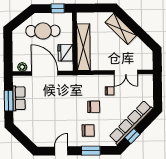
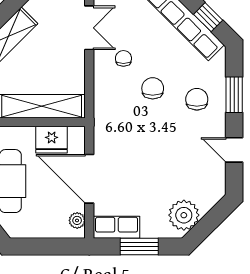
door: (45, 73) -> (89, 179), hinge flipped
row of seats: (19, 98) -> (117, 227), moved
plant: (26, 124) -> (184, 215), added

